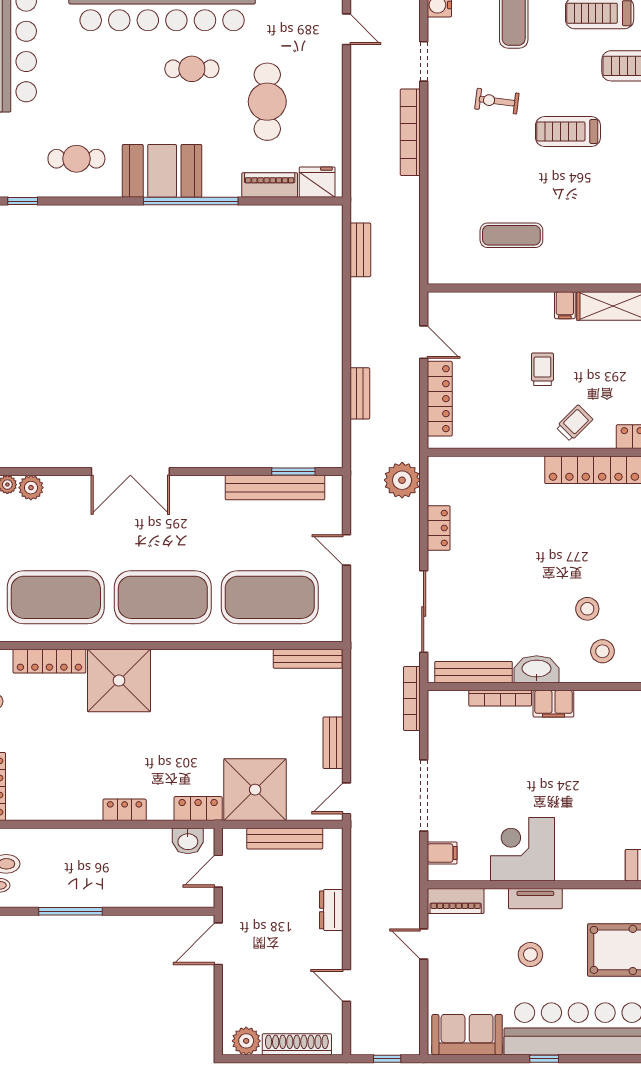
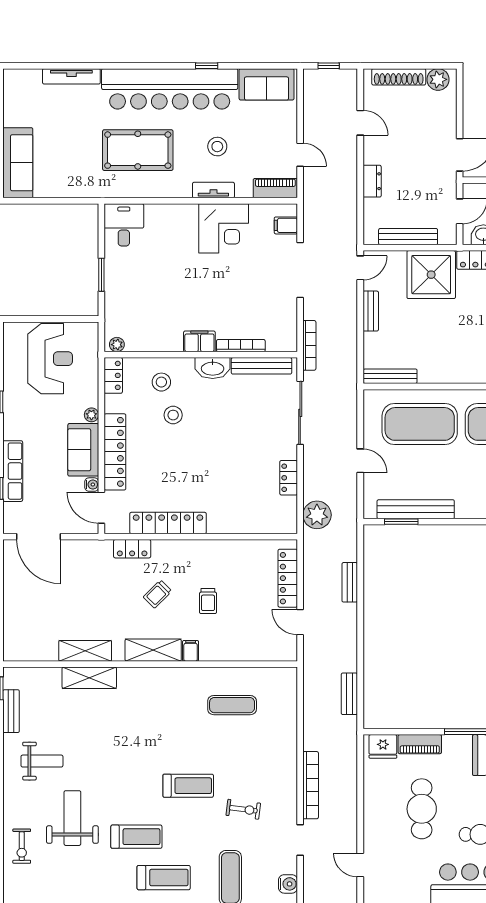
trolley: (574, 423) -> (157, 594), moved

